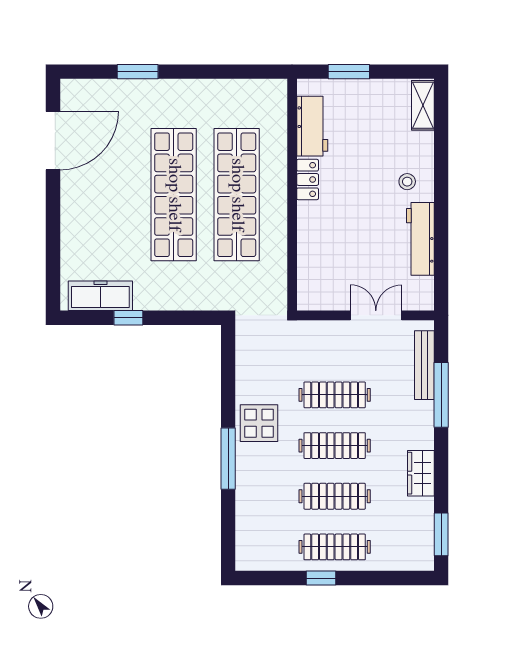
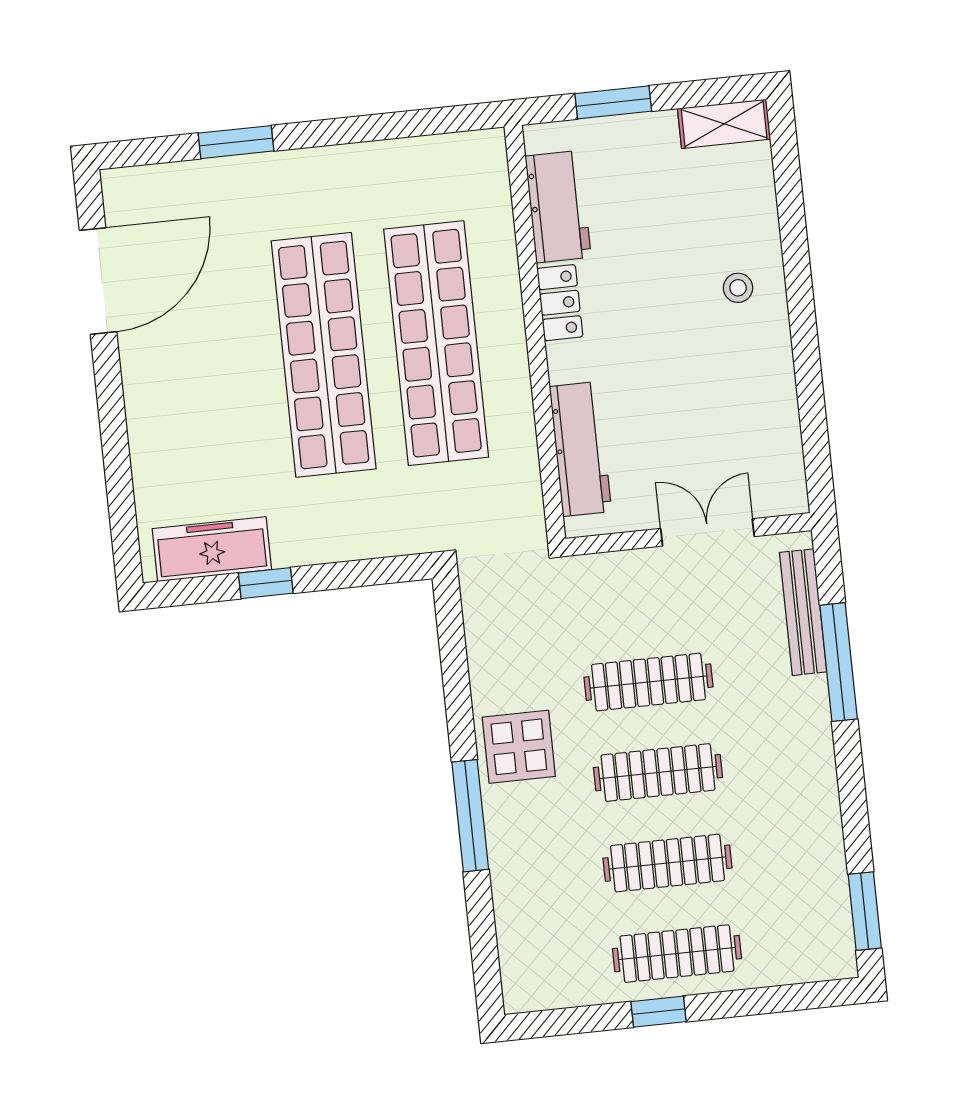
shelving: (423, 105) -> (724, 124), moved, turned 90
workbench: (420, 239) -> (580, 449), moved, turned 180
wardrobe: (421, 473) -> (817, 806), removed

